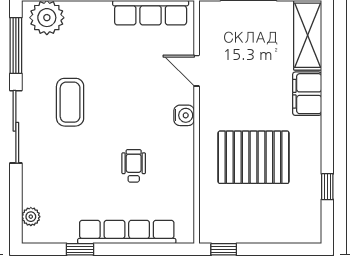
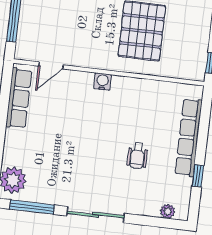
door: (197, 71) -> (51, 65), moved
coffee table: (70, 102) -> (81, 170), removed
wheelchair: (134, 166) -> (137, 156), moved, turned -90

